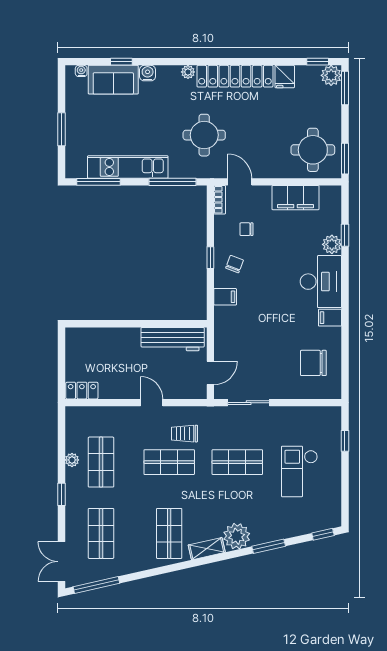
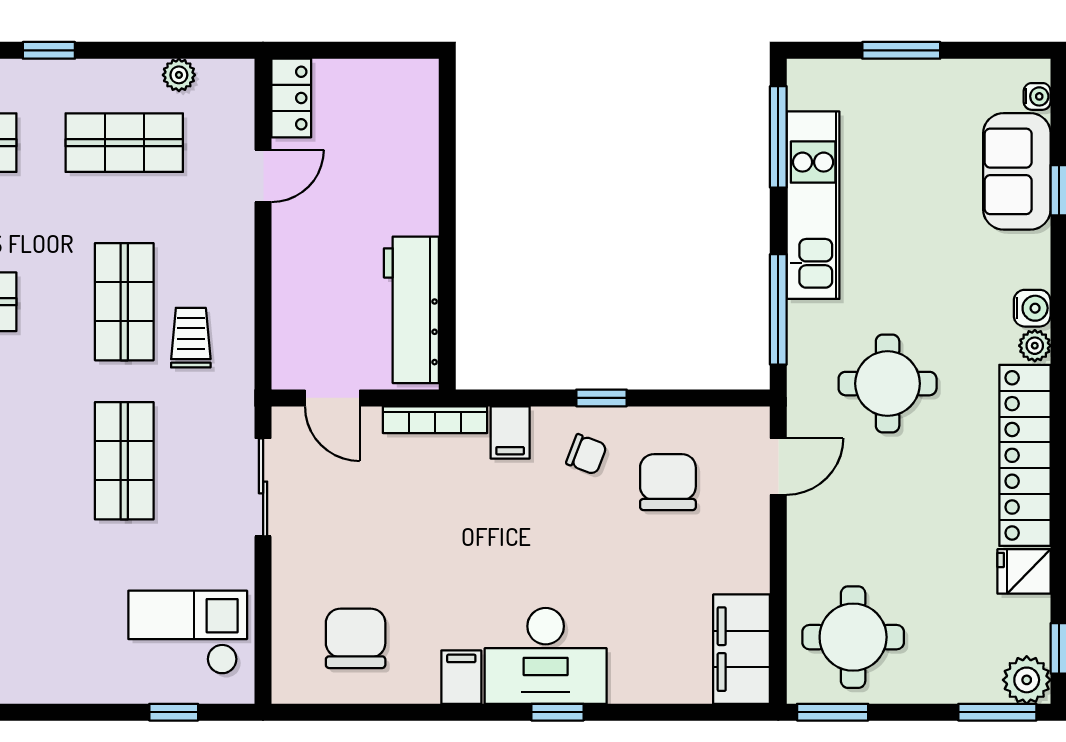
water cooler: (148, 73) -> (1032, 308), moved
filing cabinet: (295, 198) -> (742, 649), moved
bookcase: (220, 200) -> (435, 420), moved, width x1.56
chair: (246, 229) -> (668, 482), width x1.87, depth x1.87
window: (345, 235) -> (557, 712), moved
plant: (332, 244) -> (632, 681), removed
door: (152, 403) -> (263, 176), moved
plant: (72, 460) -> (179, 75), moved
checkout: (299, 471) -> (188, 632), moved

